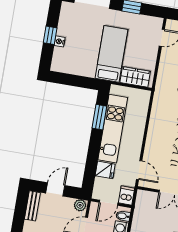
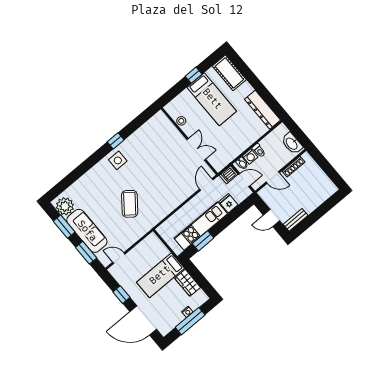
window: (50, 35) -> (190, 321), width x2.17
wardrobe: (135, 77) -> (188, 283), moved
plant: (80, 205) -> (264, 194), removed

